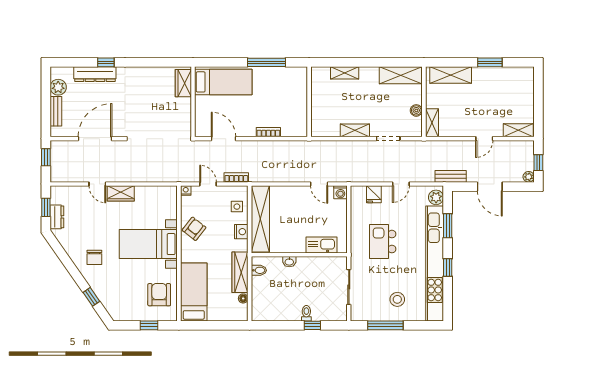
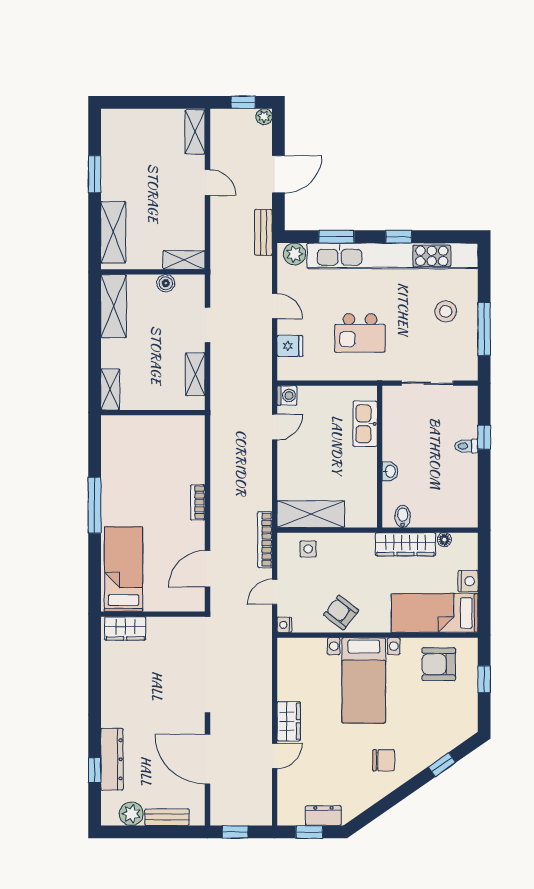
window: (106, 62) -> (95, 770), moved
wall: (309, 102) -> (153, 413), moved
bookcase: (236, 177) -> (265, 540), width x1.56
shelving: (260, 219) -> (311, 514), width x0.68
nightstand: (241, 232) -> (468, 581), moved, turned 90

